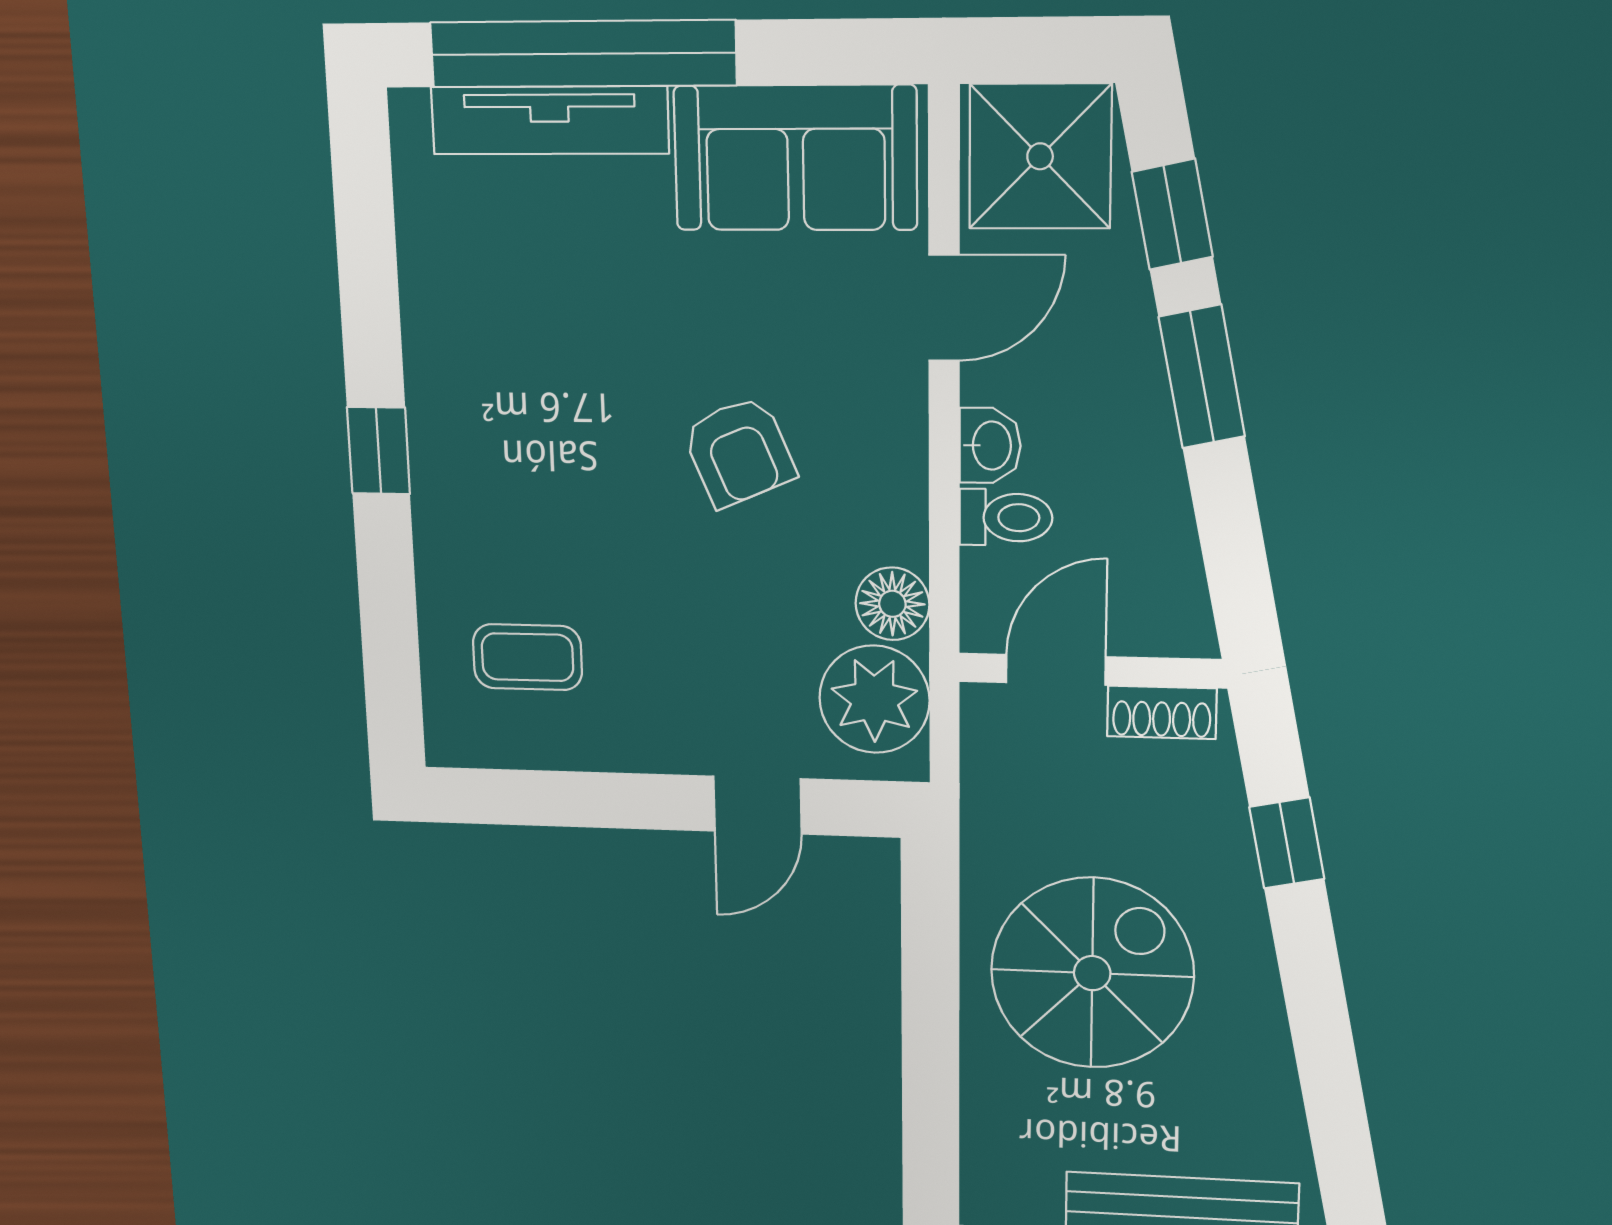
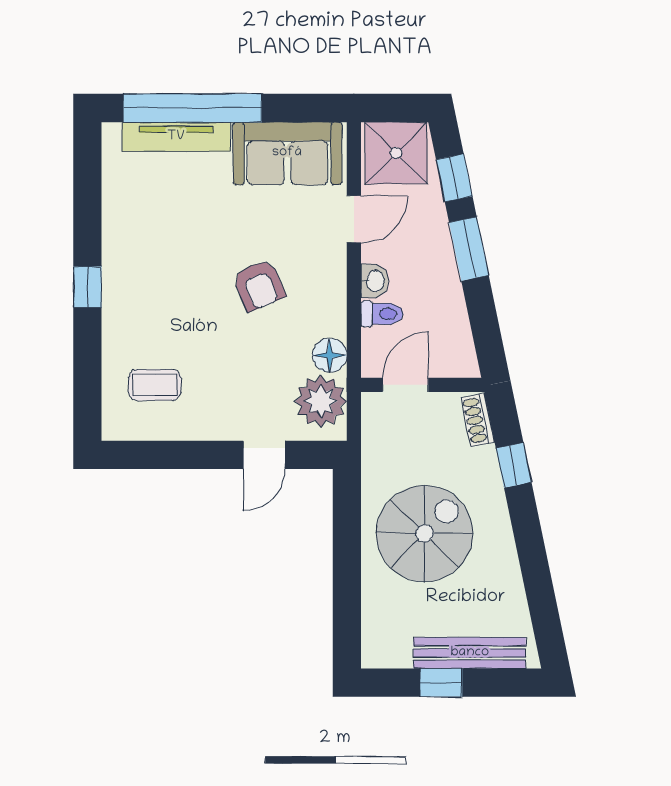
shoe rack: (1162, 712) -> (478, 420), moved, turned 78

